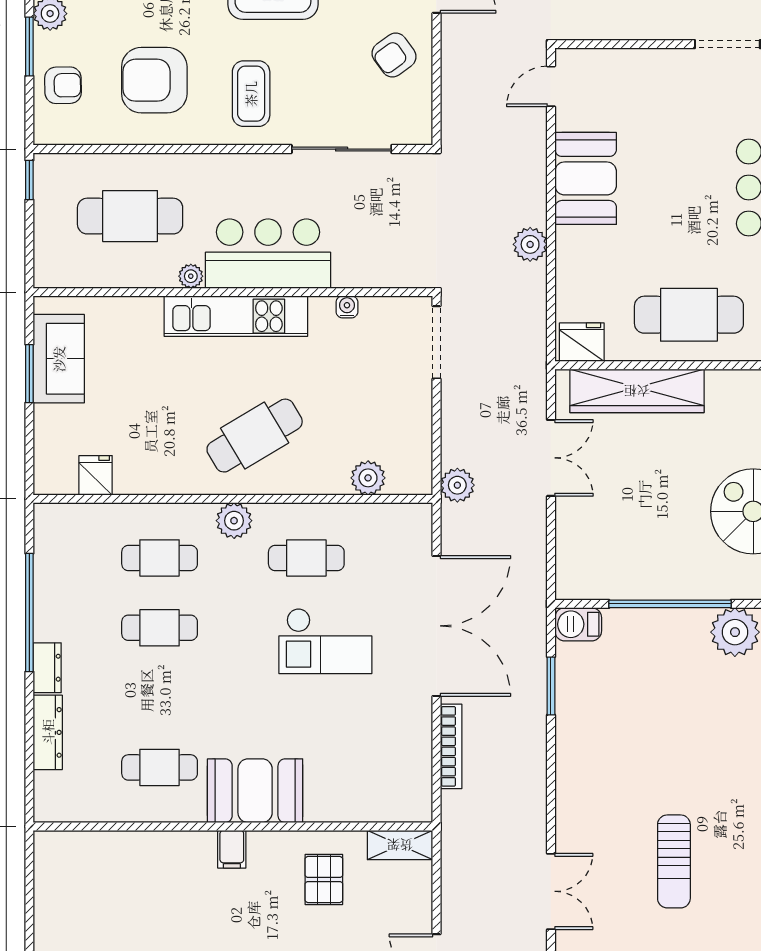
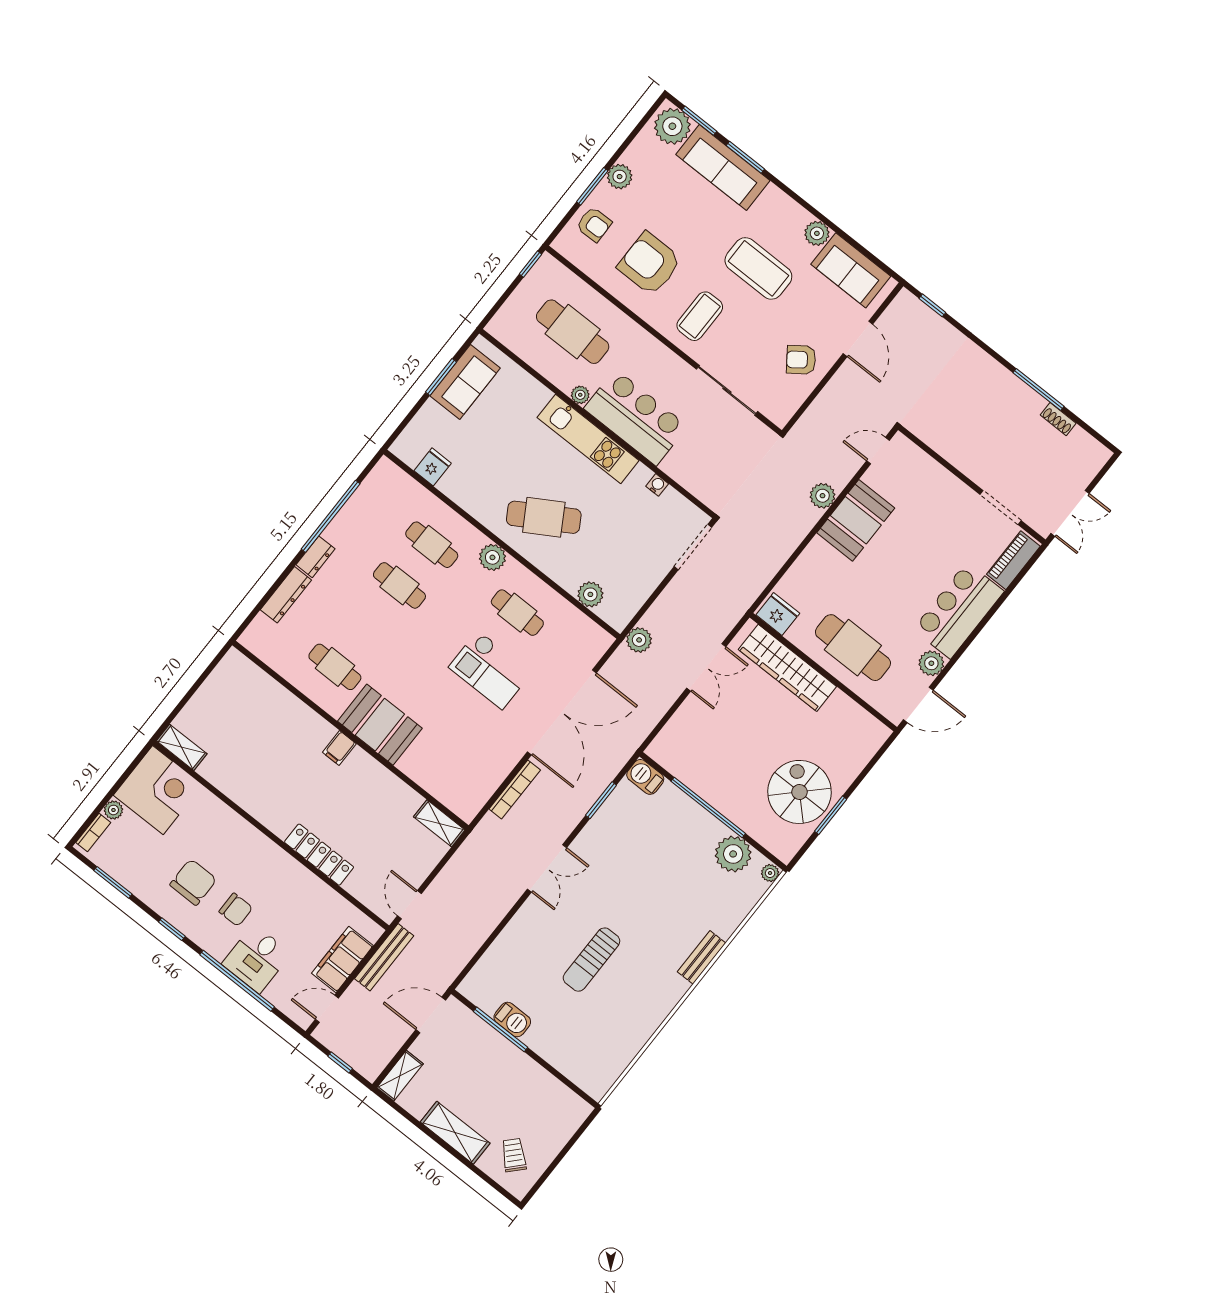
plant: (530, 244) -> (823, 496), moved
pallet: (324, 879) -> (379, 808), removed
double door: (551, 891) -> (547, 868), moved

